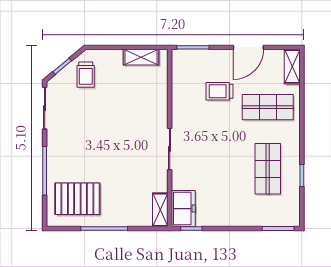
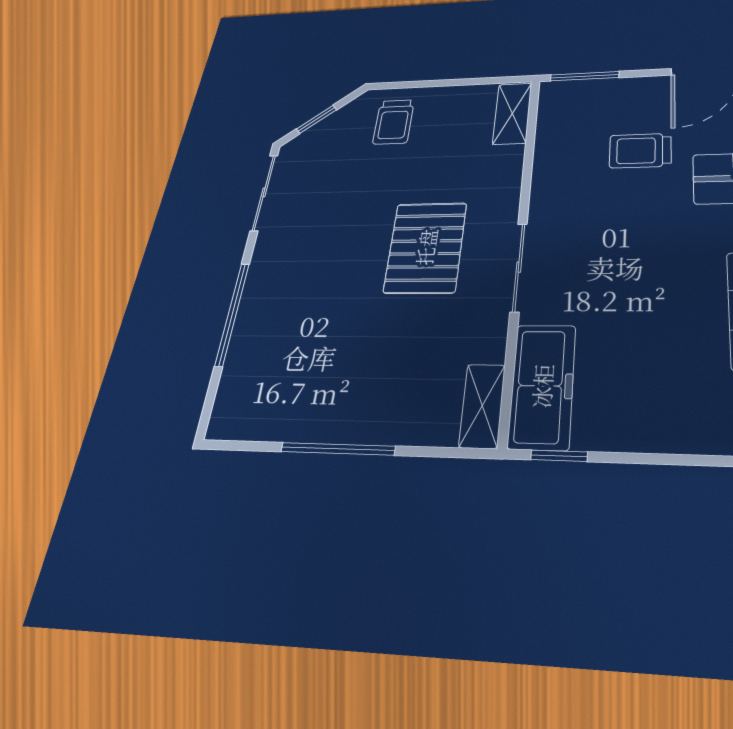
shelving: (141, 57) -> (512, 113), moved, turned 90
trolley: (86, 75) -> (394, 122), moved
pallet: (77, 199) -> (426, 247), moved, turned 90
freezer: (183, 209) -> (542, 386), width x1.40

